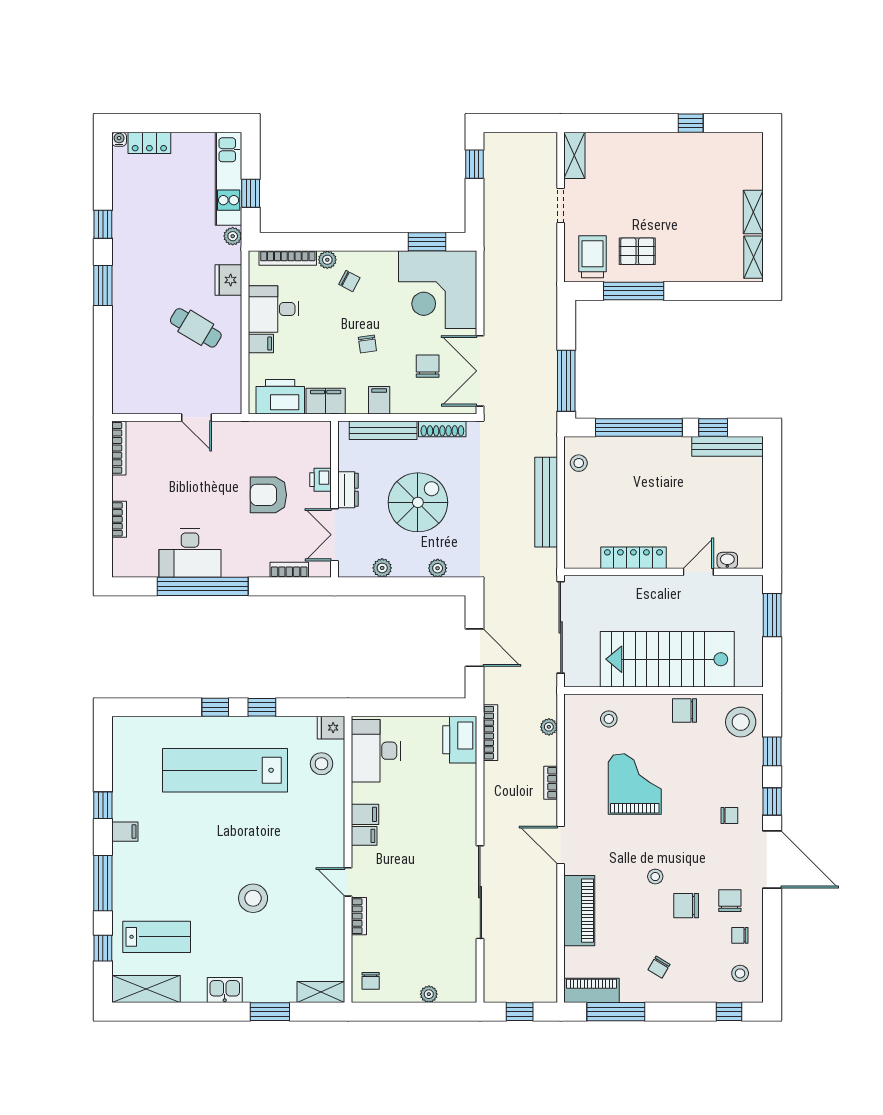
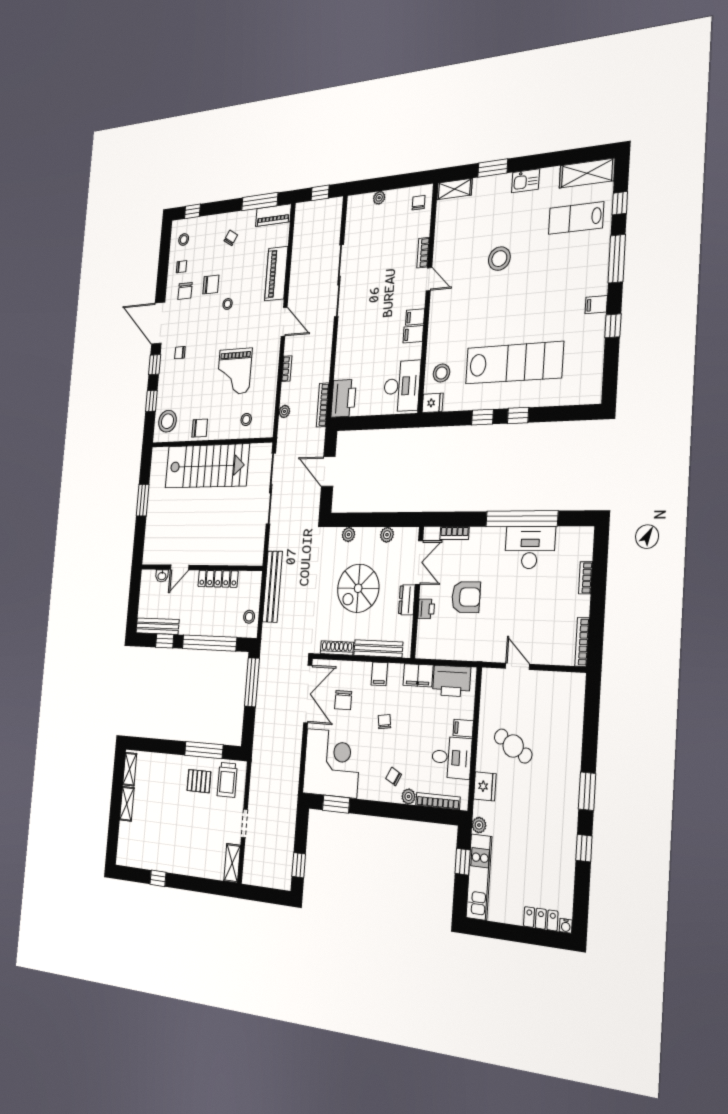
locker: (633, 558) -> (218, 579), moved
washbasin: (727, 560) -> (162, 576), moved
wall: (664, 572) -> (201, 568), moved
door: (698, 572) -> (180, 567), moved

